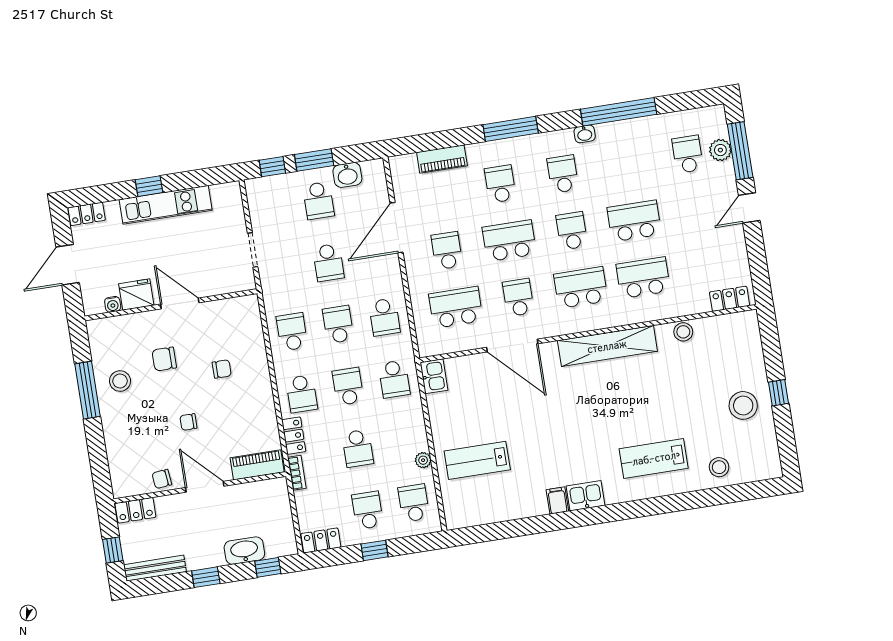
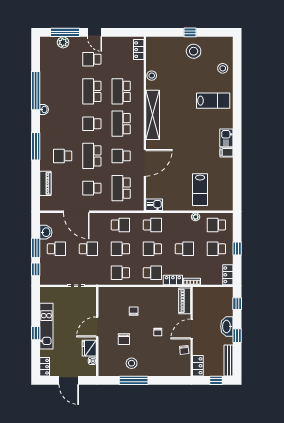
school desk: (688, 154) -> (92, 59), moved
school desk: (563, 174) -> (63, 124), removed
lab bench: (654, 458) -> (213, 101), turned -90
washbasin: (244, 551) -> (227, 327), moved

